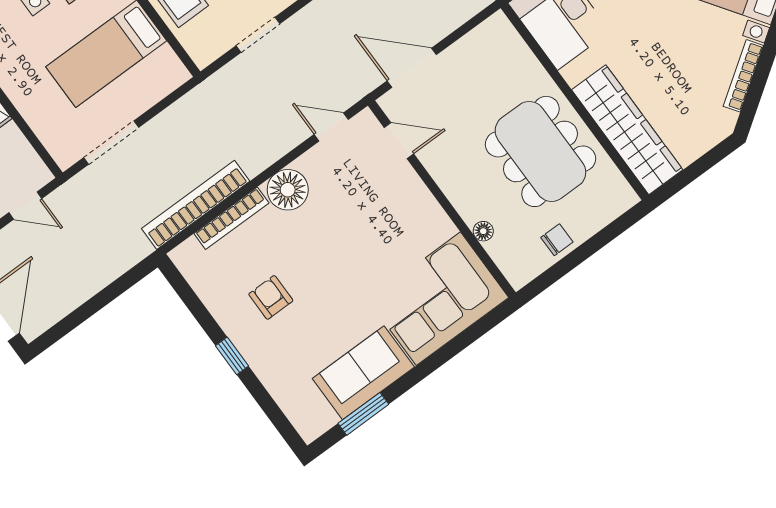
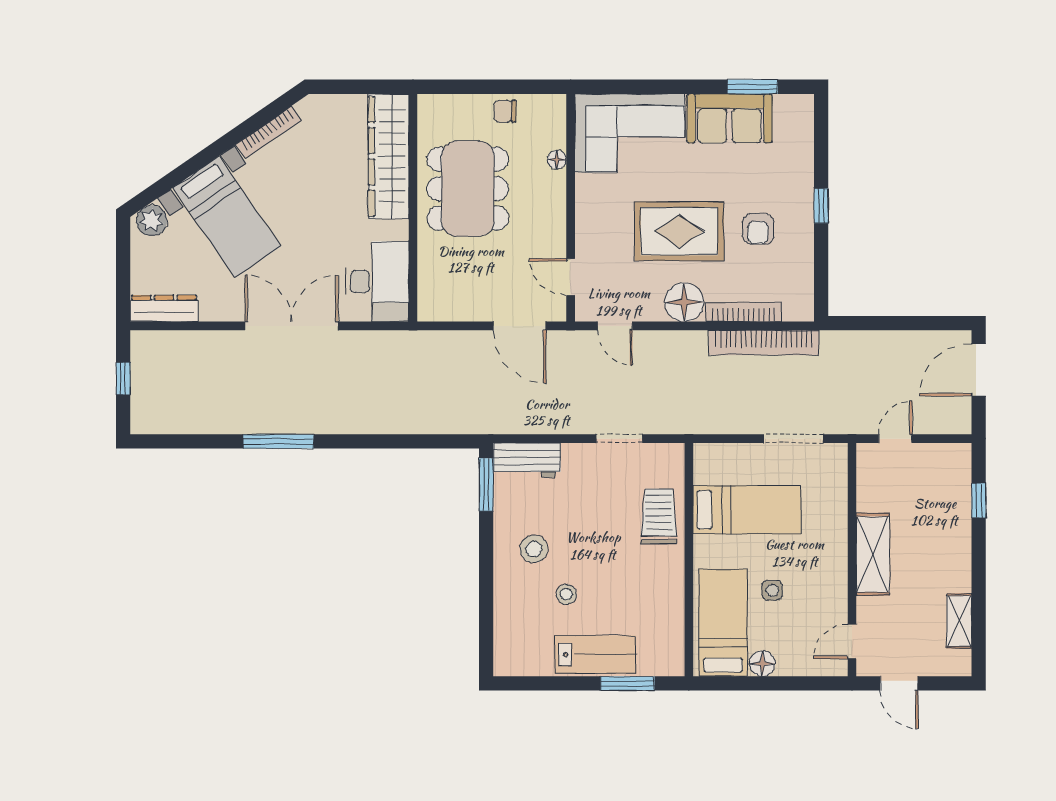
door: (25, 206) -> (895, 439), hinge flipped
rug: (336, 247) -> (679, 231), added

